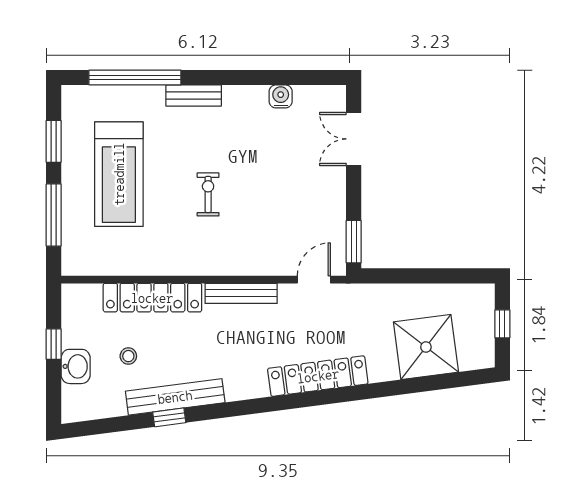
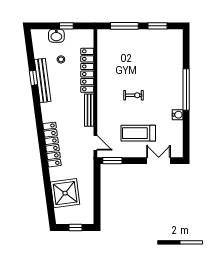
window: (135, 77) -> (186, 90), moved
bench: (194, 96) -> (178, 89), removed
water cooler: (281, 96) -> (178, 115), moved
treadmill: (119, 174) -> (138, 133), moved, width x0.73, depth x0.73

